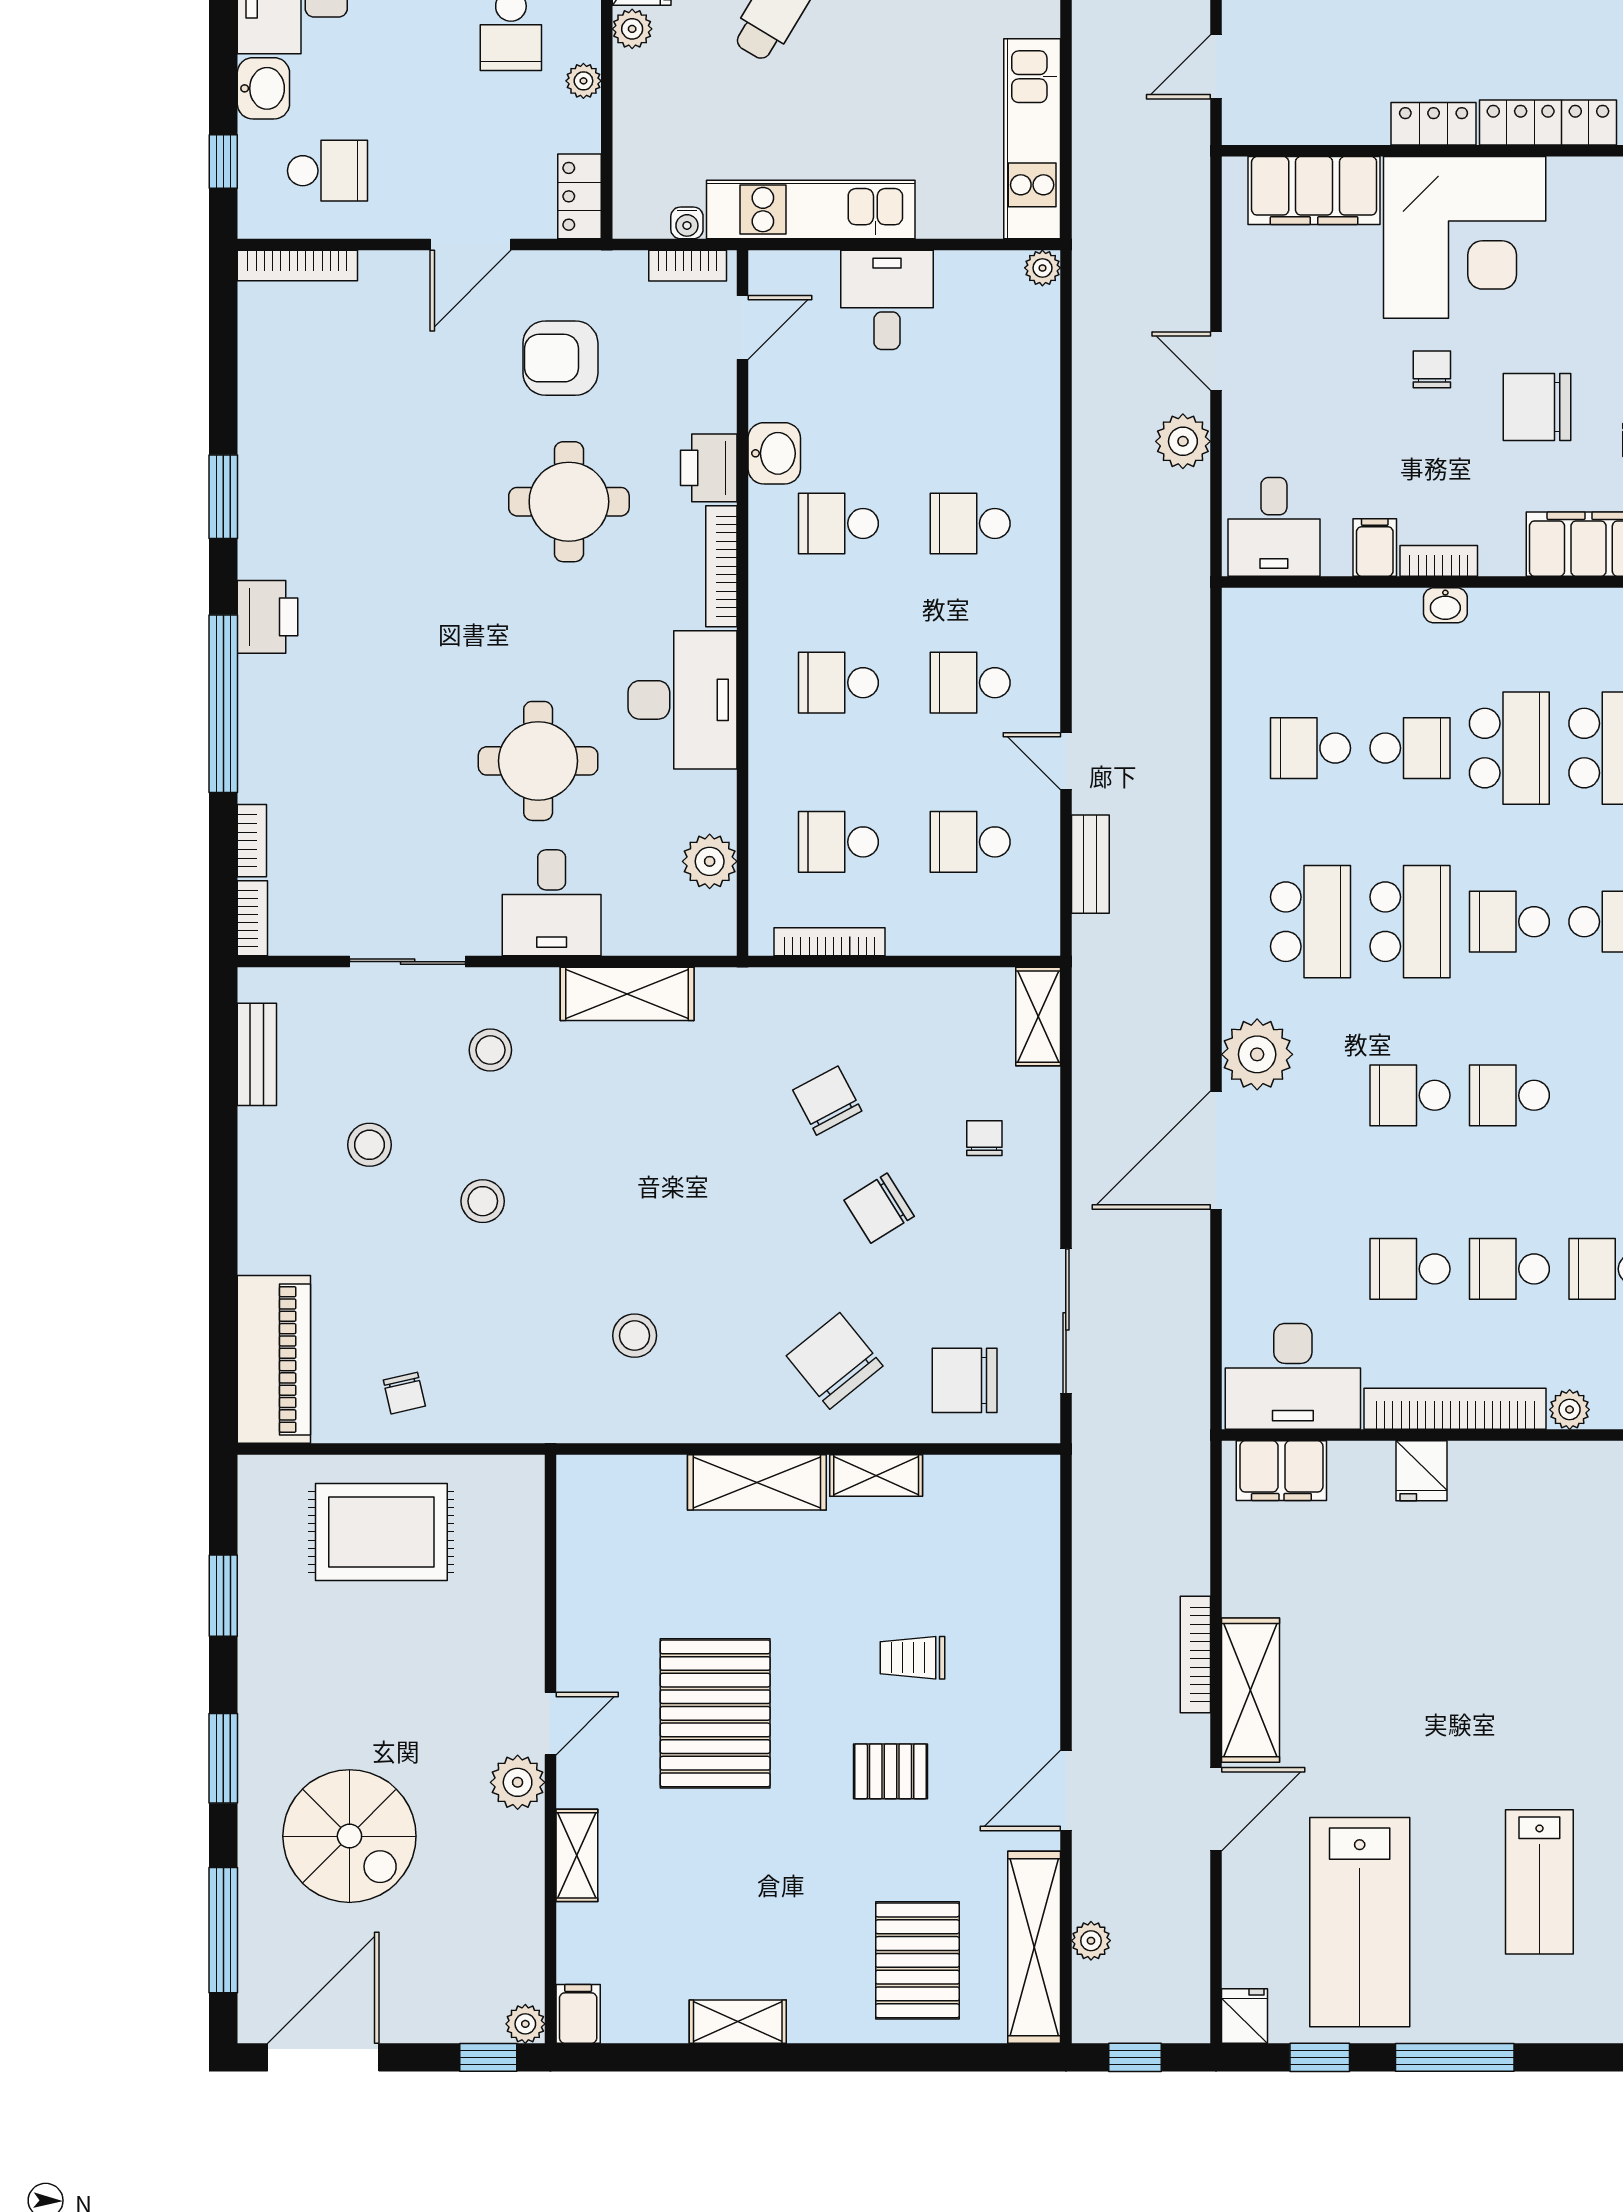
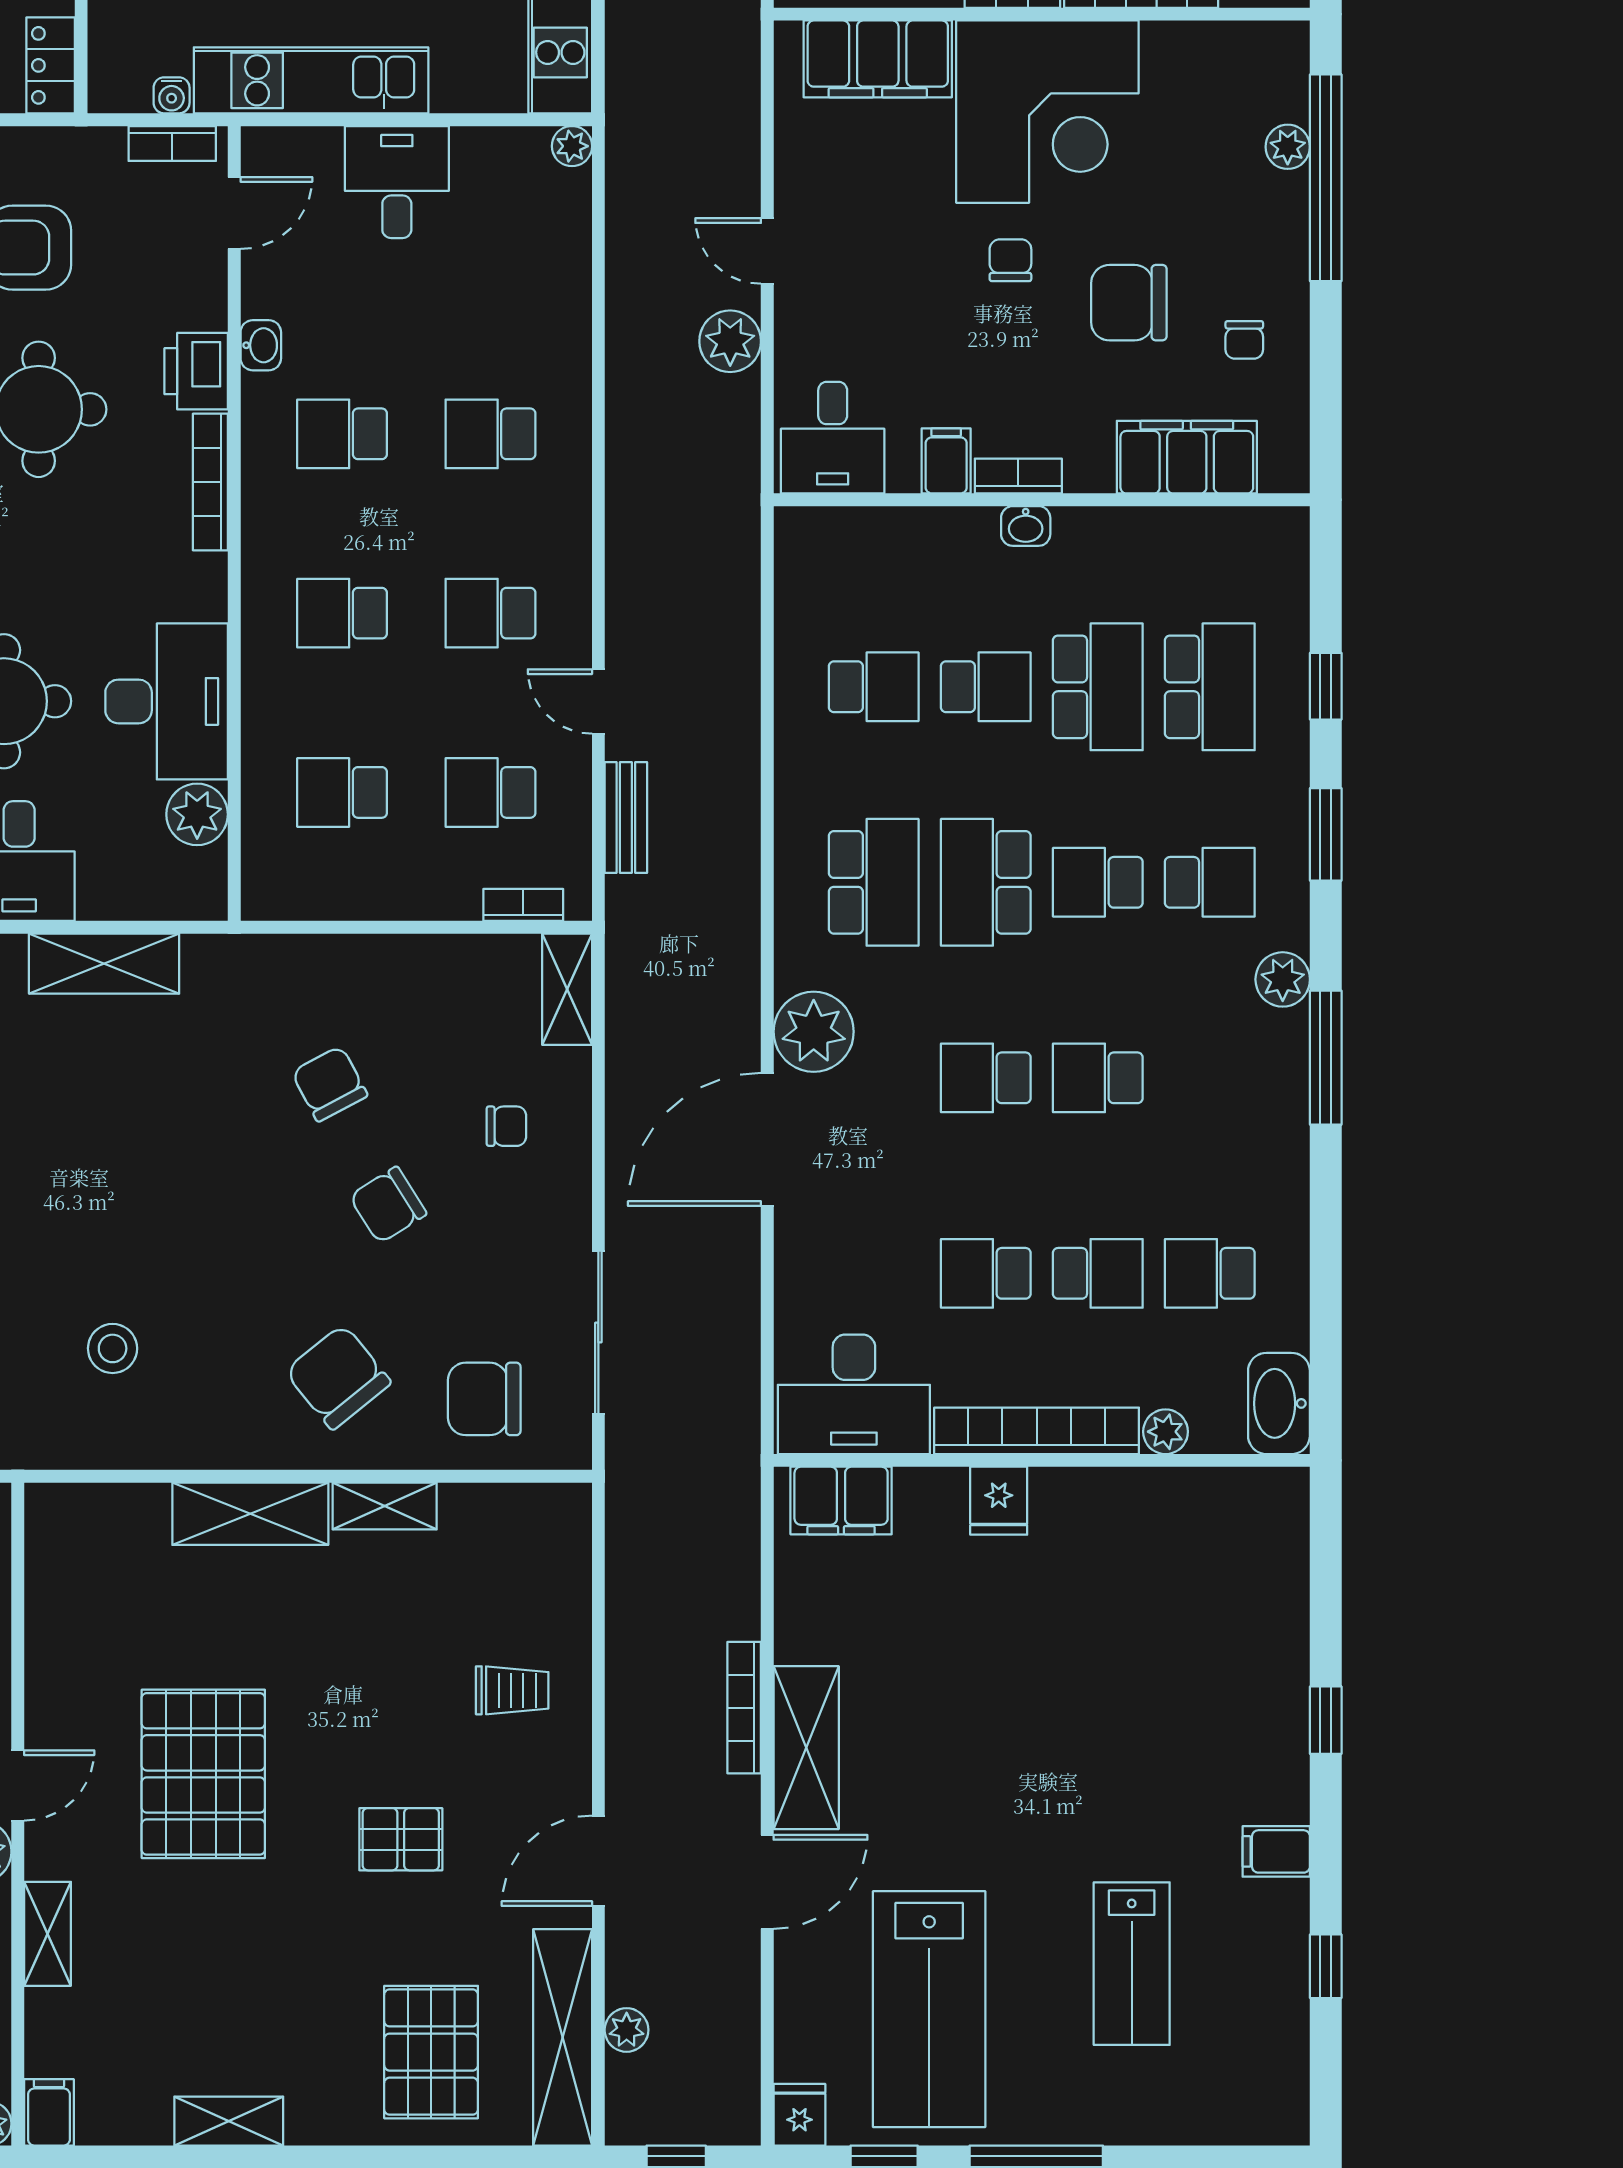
washbasin: (774, 453) -> (261, 345), width x0.72, depth x0.69
desk: (683, 700) -> (167, 701), moved
school desk: (1310, 748) -> (874, 687), turned 180
school desk: (1410, 922) -> (986, 882), turned 180
bookcase: (830, 942) -> (523, 905), moved, width x0.64
chair: (984, 1138) -> (506, 1126), turned 90
school desk: (1509, 1269) -> (1098, 1273), turned 180
trolley: (913, 1658) -> (512, 1690), moved, turned 180

